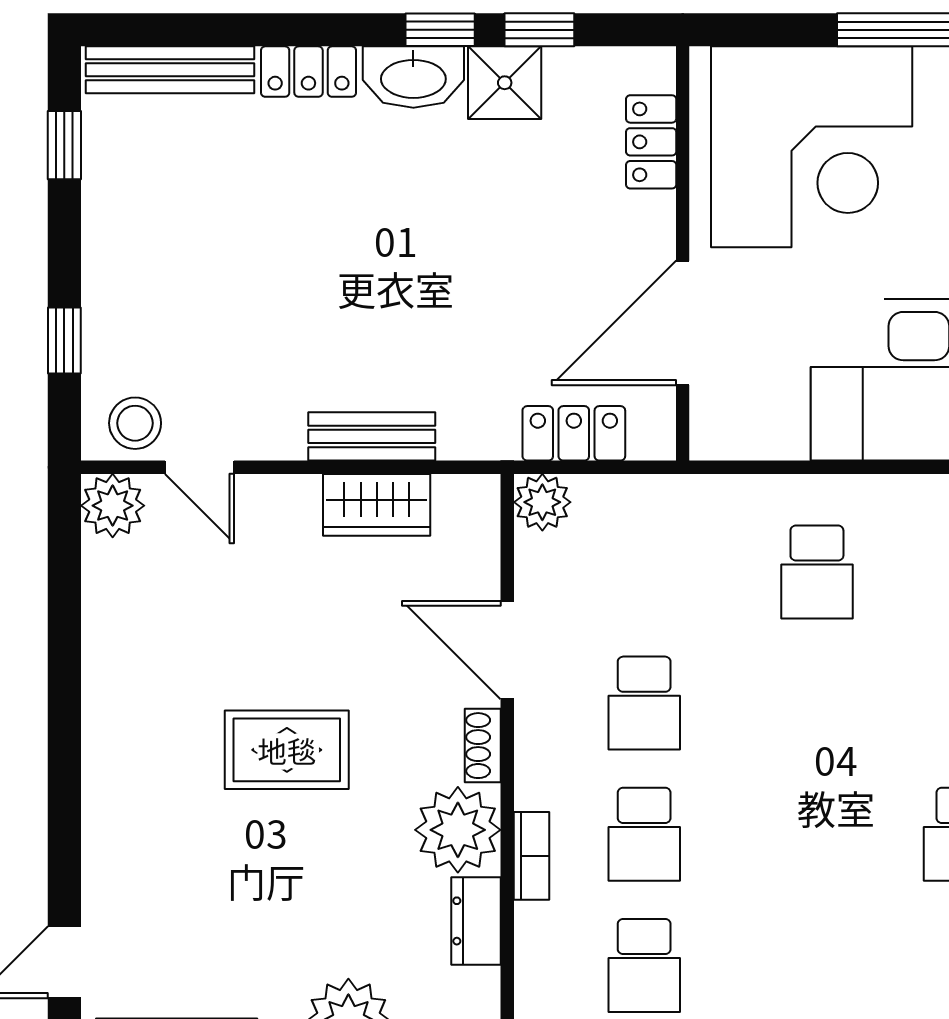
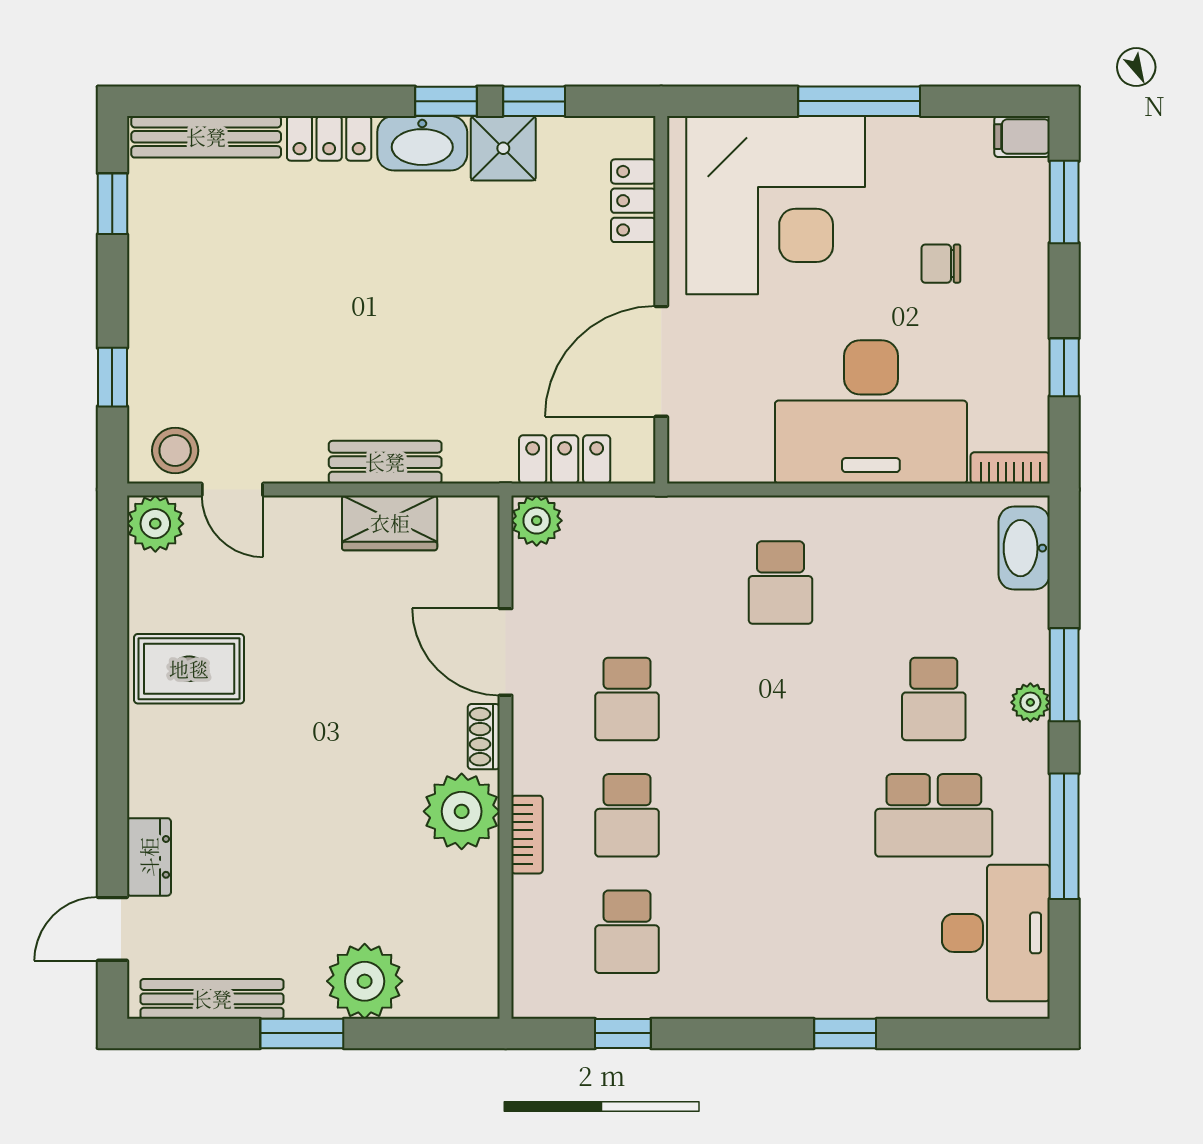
rug: (287, 750) -> (189, 669), moved
dresser: (476, 921) -> (149, 857), moved, turned 180

